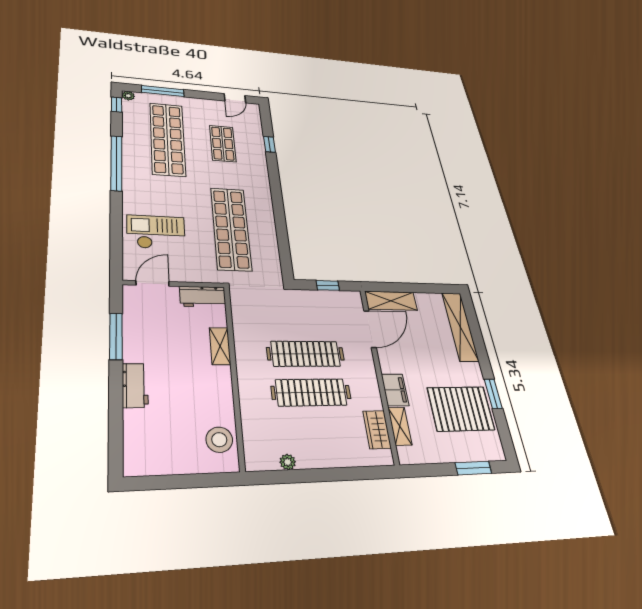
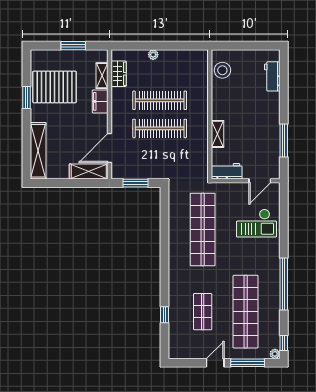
door: (235, 98) -> (215, 363), moved
window: (328, 285) -> (136, 183), width x1.50
workbench: (135, 385) -> (272, 76), moved
plant: (288, 462) -> (153, 55), moved
window: (473, 468) -> (73, 46), moved

